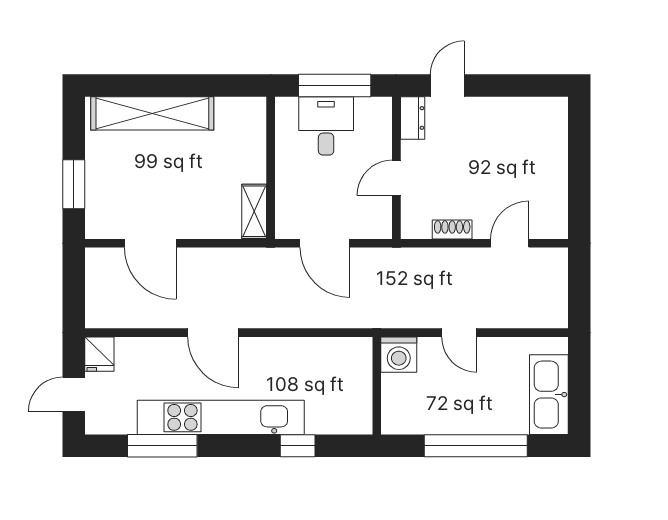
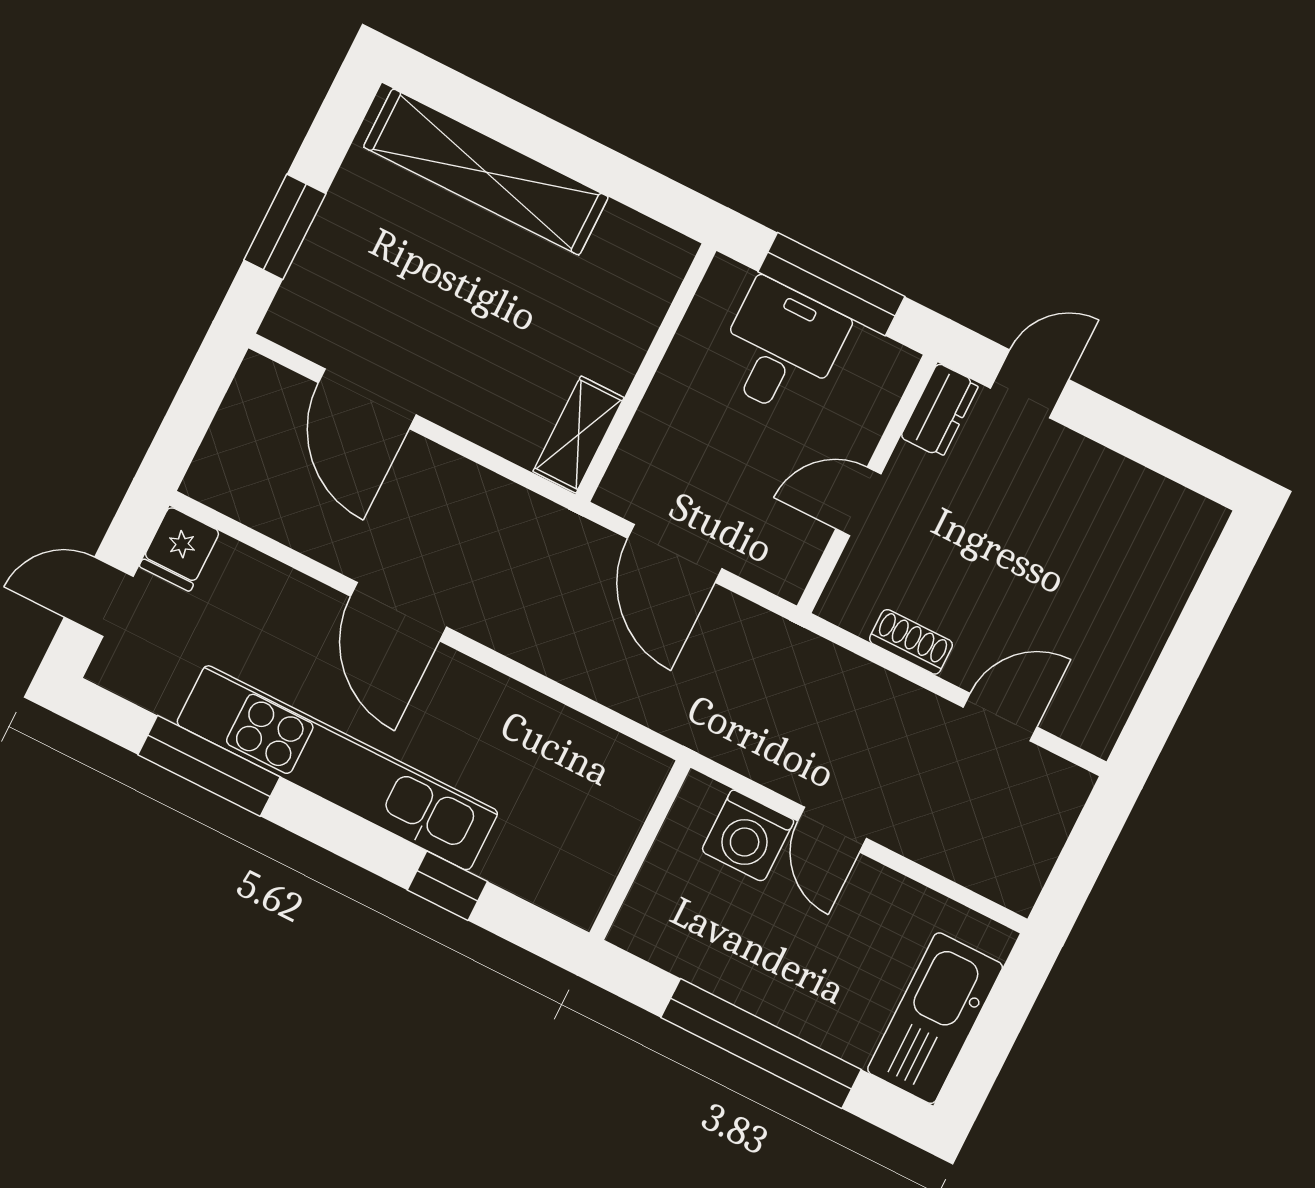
washing machine: (399, 355) -> (748, 836), moved

